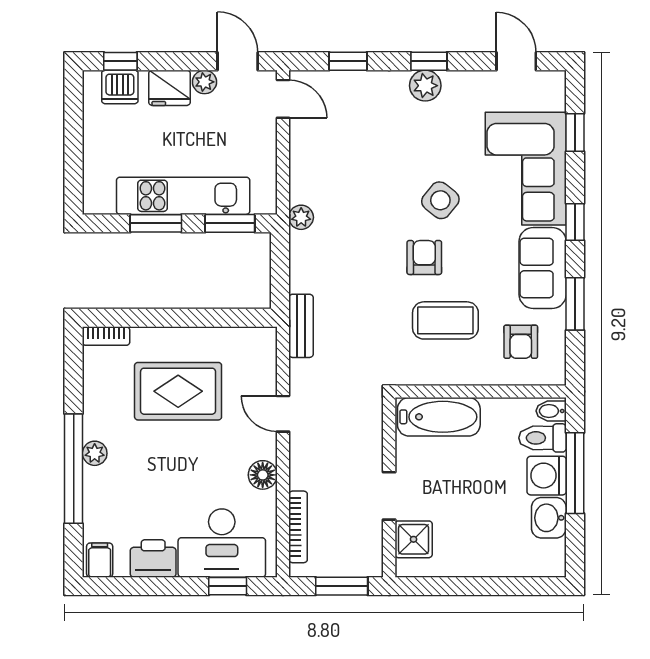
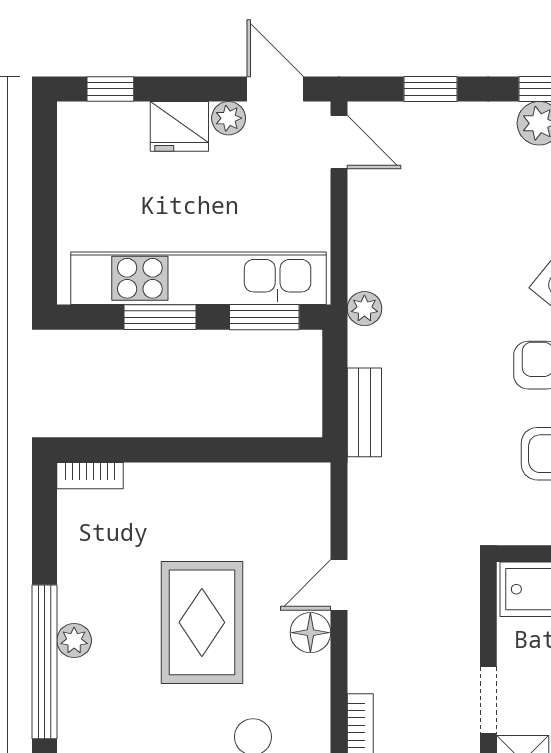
dishwasher: (120, 87) -> (110, 125), removed
kitchen unit: (183, 196) -> (199, 278), width x1.36
bench: (301, 326) -> (364, 412), moved
rug: (178, 391) -> (202, 622), moved, turned 90
door: (283, 414) -> (339, 585), hinge flipped
floor lamp: (263, 475) -> (310, 633), moved

